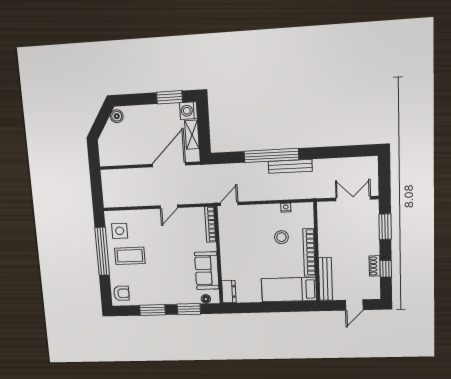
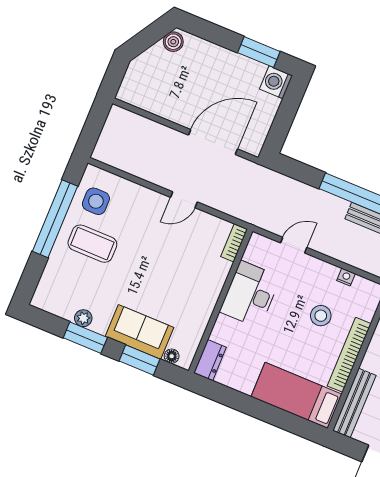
shelving: (192, 135) -> (265, 117), removed
door: (229, 204) -> (294, 245), moved
bookcase: (210, 224) -> (234, 243), width x0.64
desk: (234, 244) -> (250, 294), added
sofa: (207, 271) -> (139, 332), moved, turned 90
armchair: (121, 293) -> (52, 292), removed
plant: (146, 300) -> (83, 318), added

